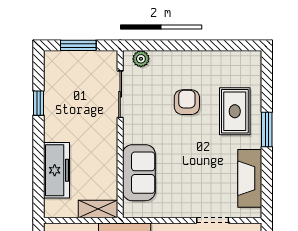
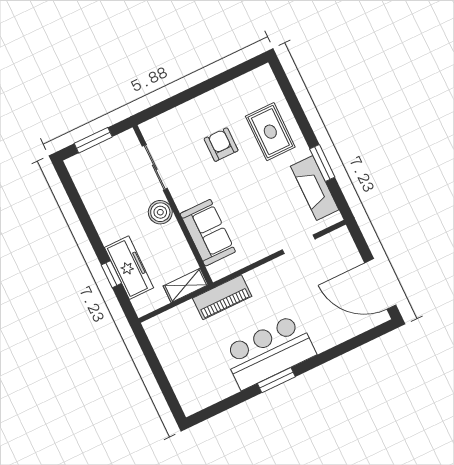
plant: (141, 59) -> (158, 125), removed
window: (38, 103) -> (111, 274), moved
window: (267, 129) -> (322, 163), moved
boiler: (106, 135) -> (160, 212), added

